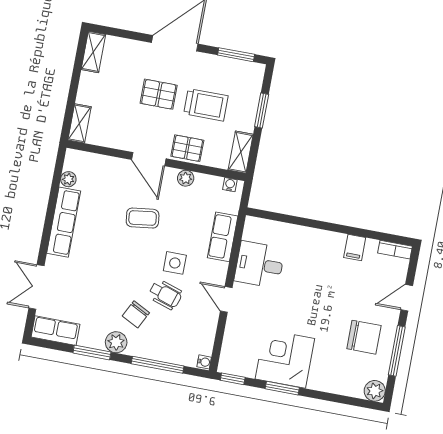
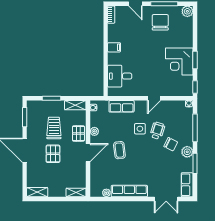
filing cabinet: (355, 247) -> (114, 47), moved
desk: (259, 265) -> (120, 76), moved, turned 90

